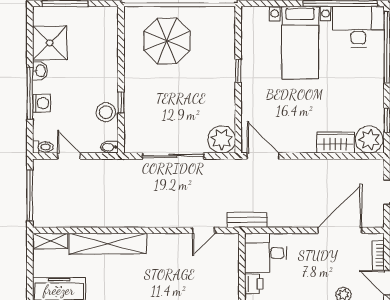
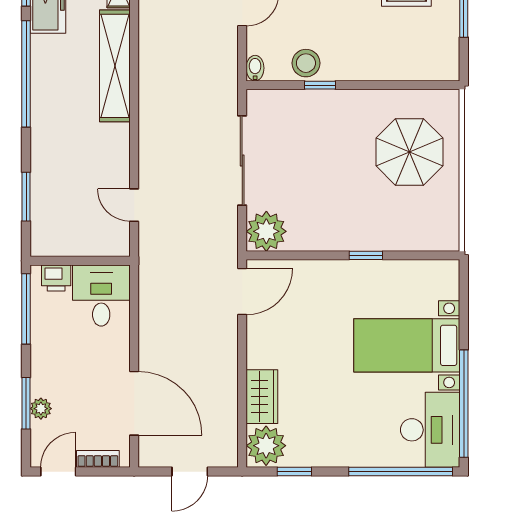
bench: (247, 220) -> (149, 268), removed

